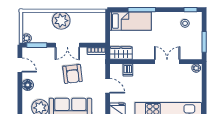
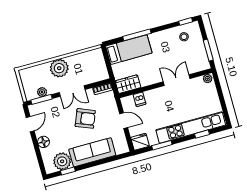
plant: (27, 38) -> (42, 92), moved
door: (20, 65) -> (30, 124), hinge flipped
armchair: (73, 74) -> (85, 118), turned -61

